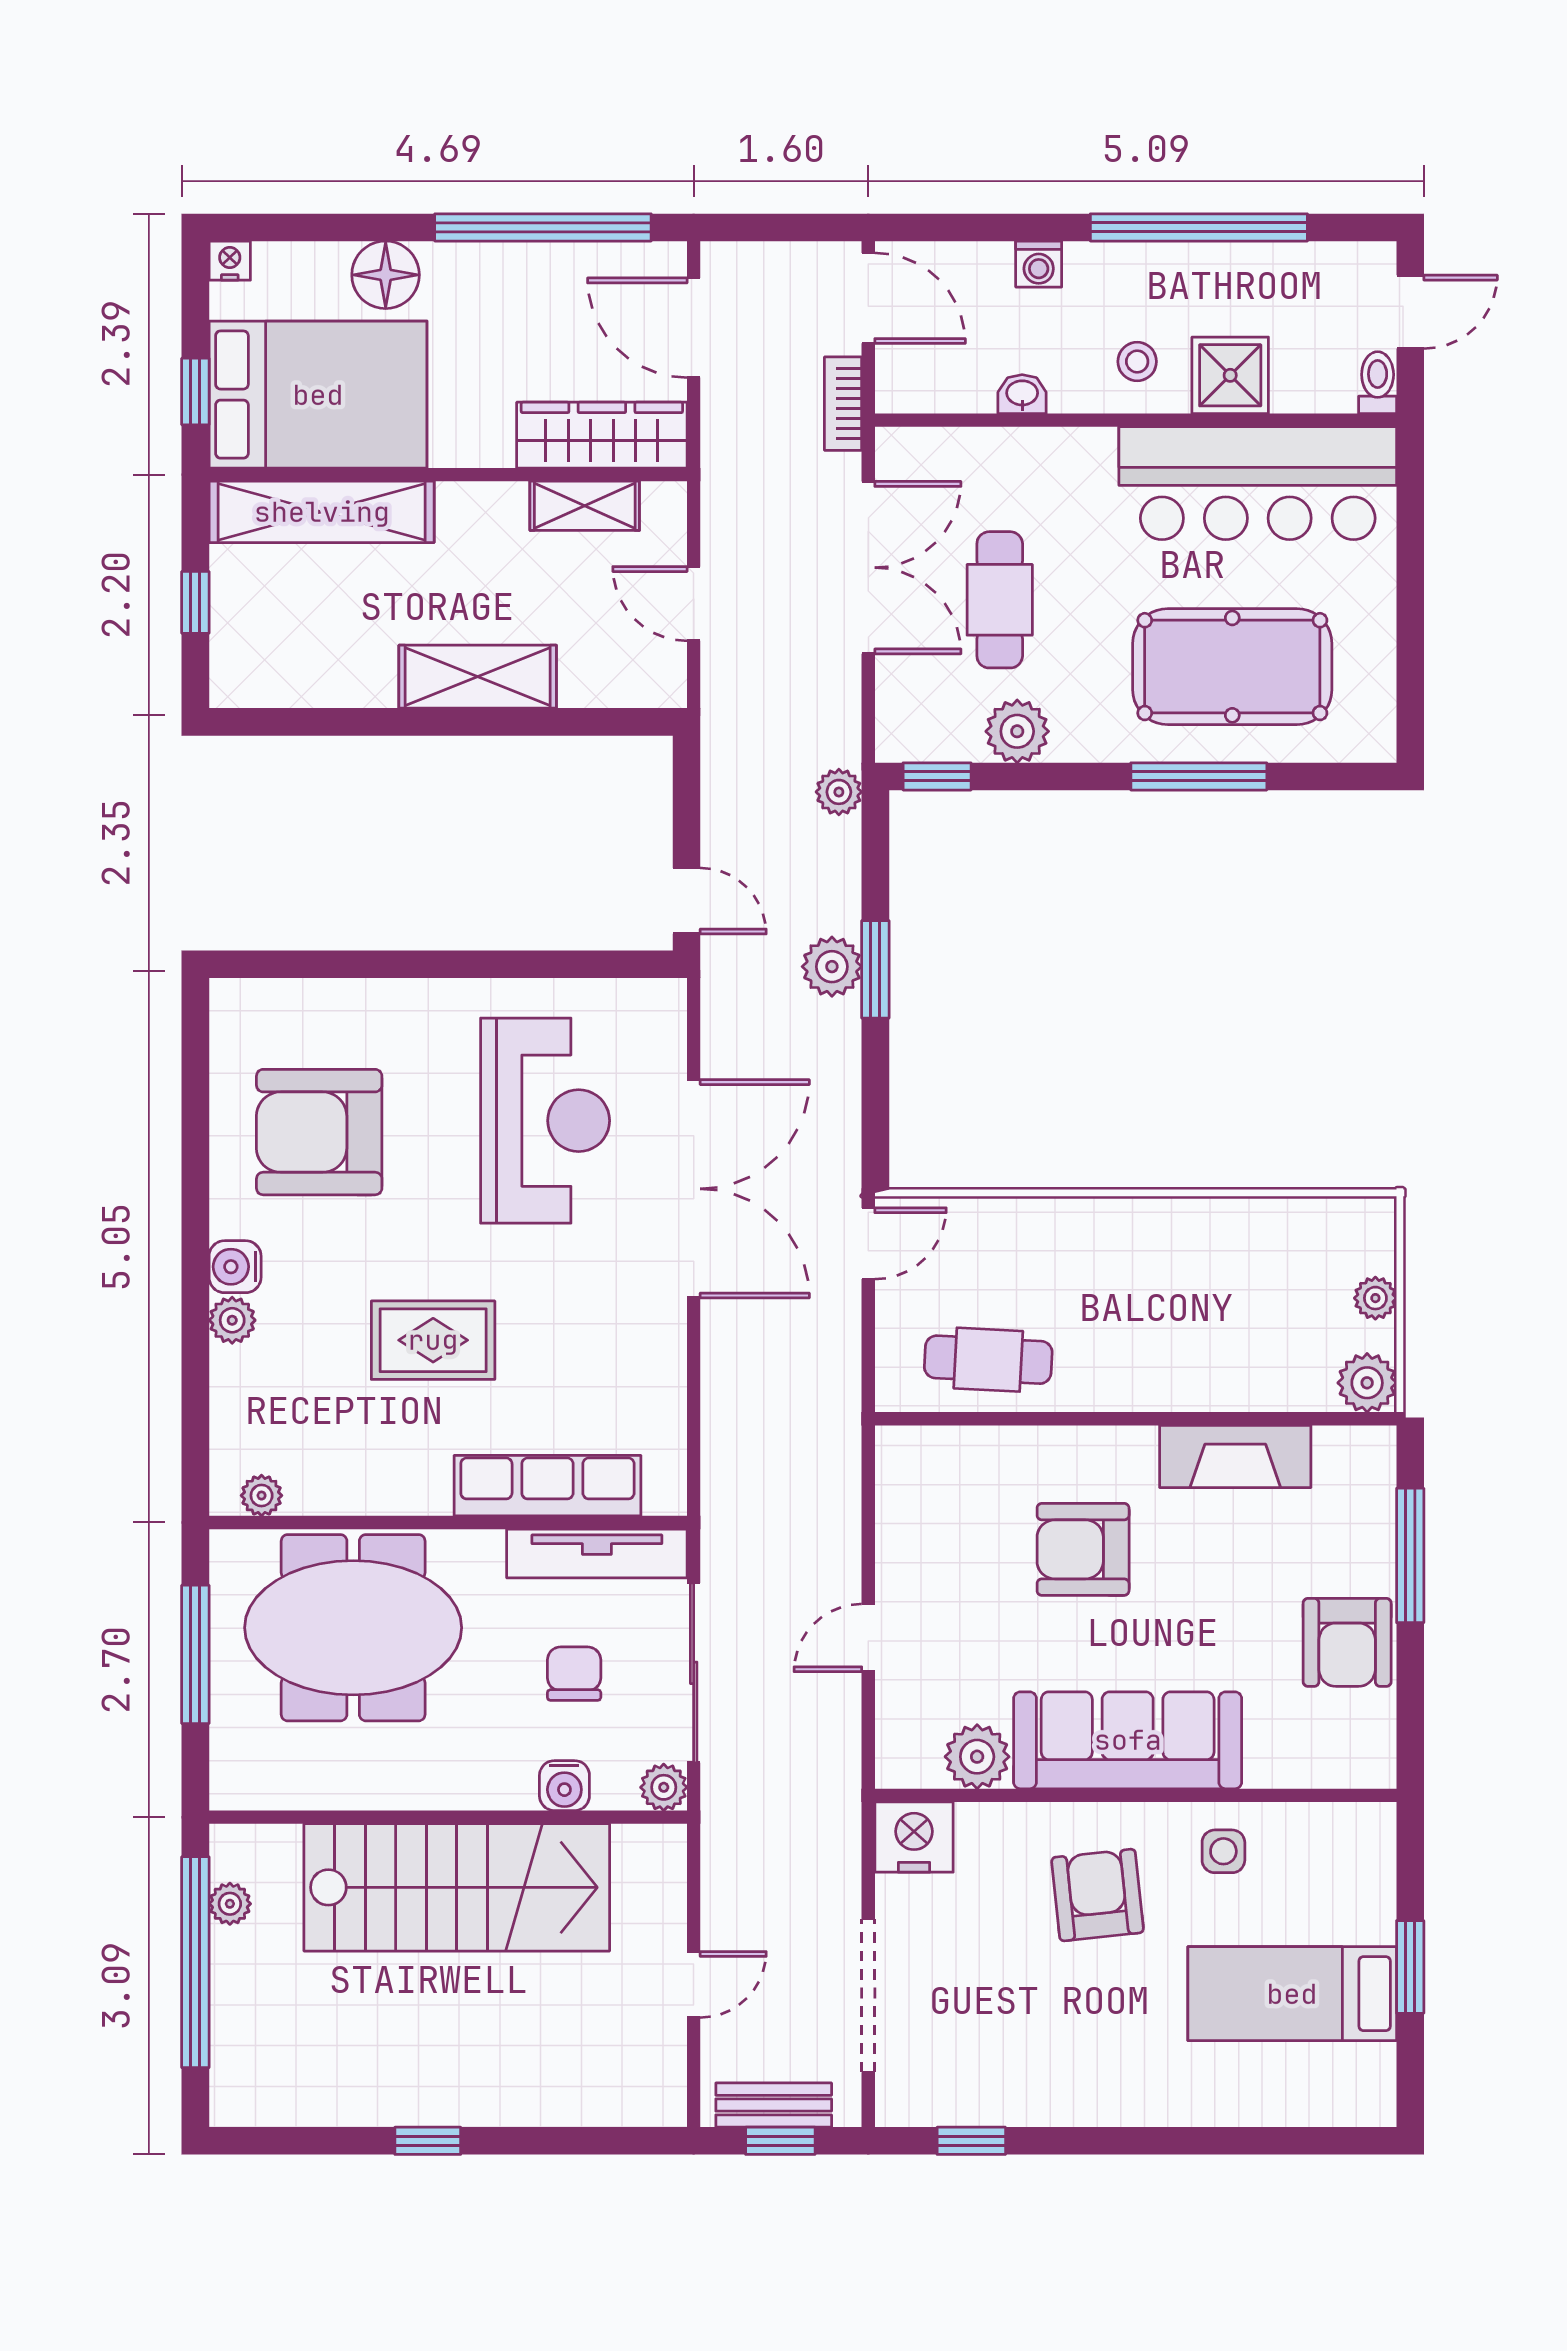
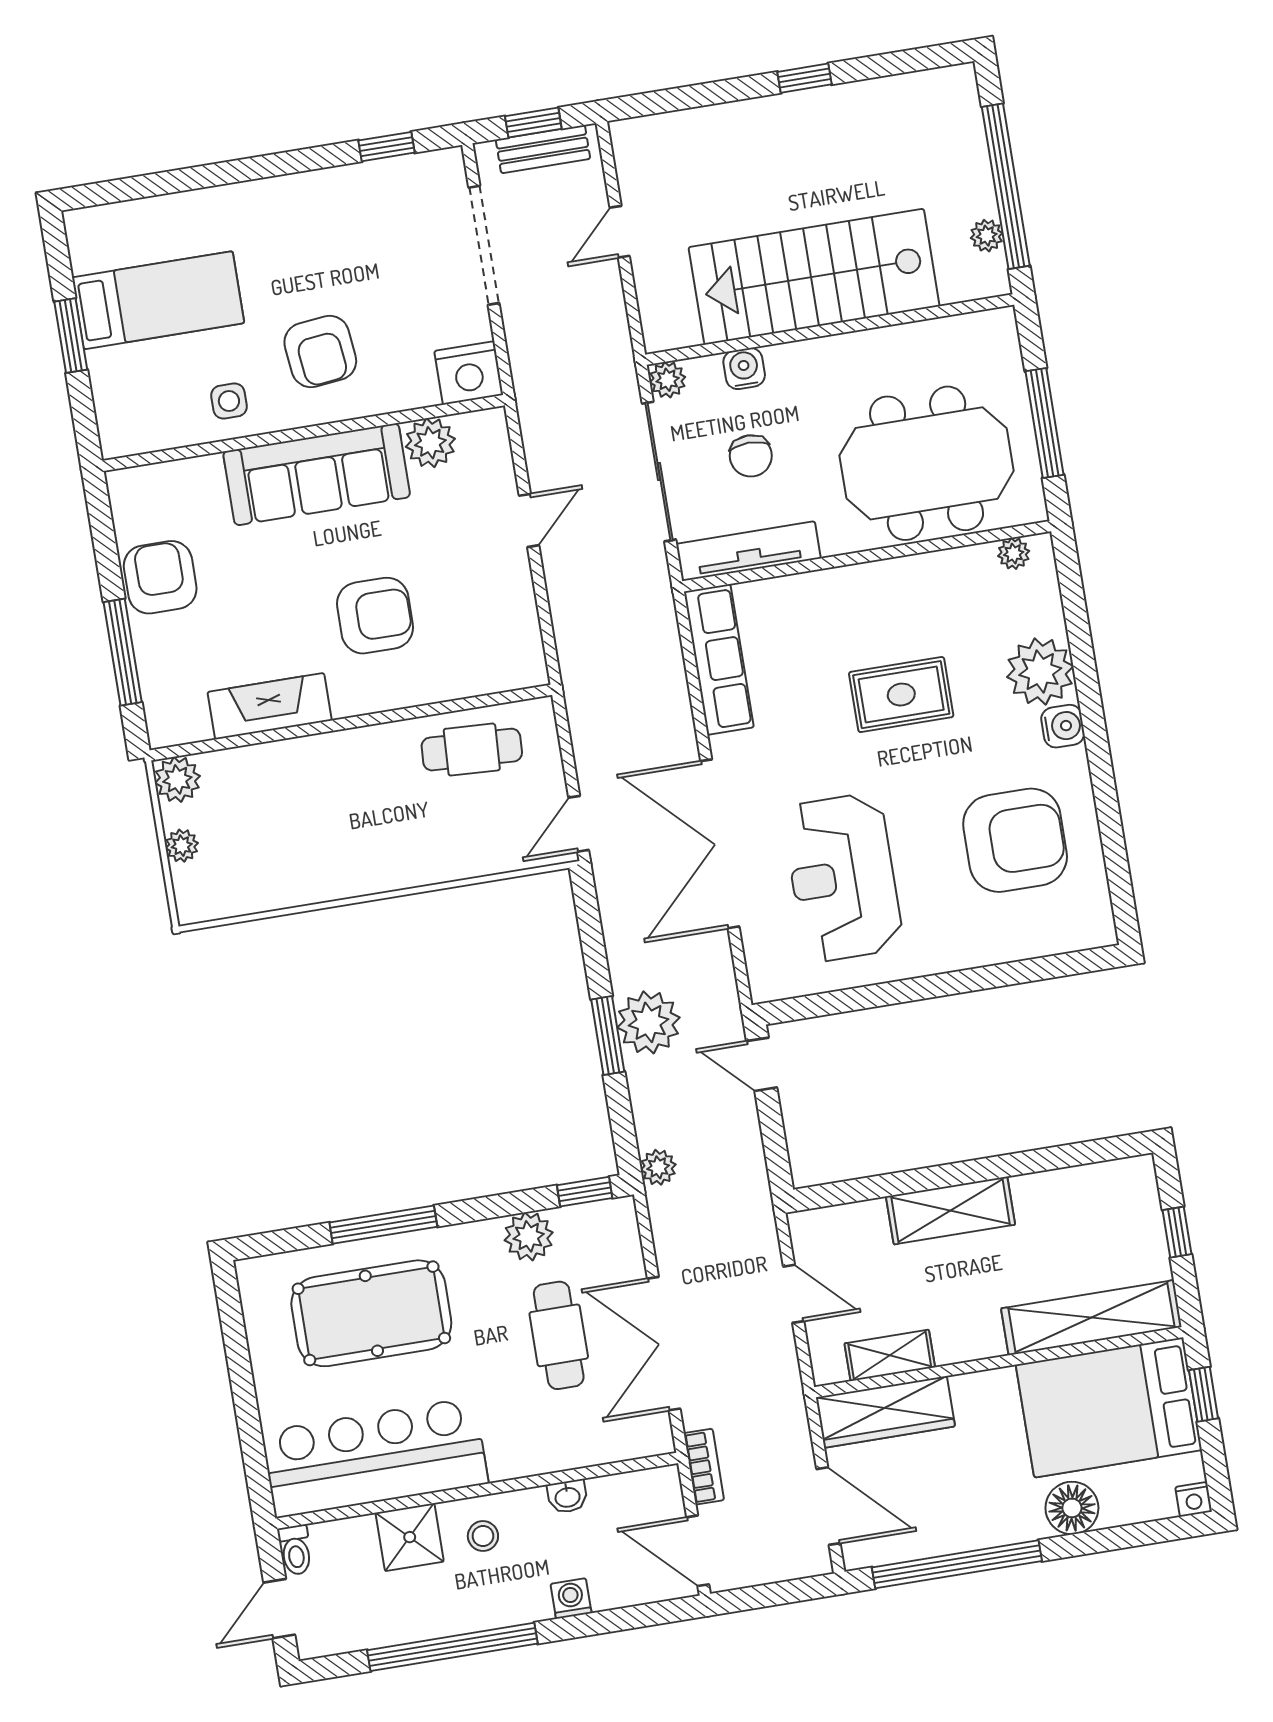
plant: (832, 967) -> (648, 1022), width x1.36, depth x1.36
plant: (232, 1320) -> (1040, 672), width x1.87, depth x1.87
row of seats: (547, 1486) -> (719, 659), moved, turned -90

